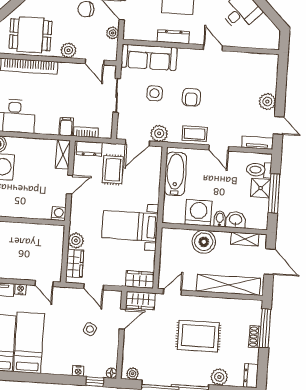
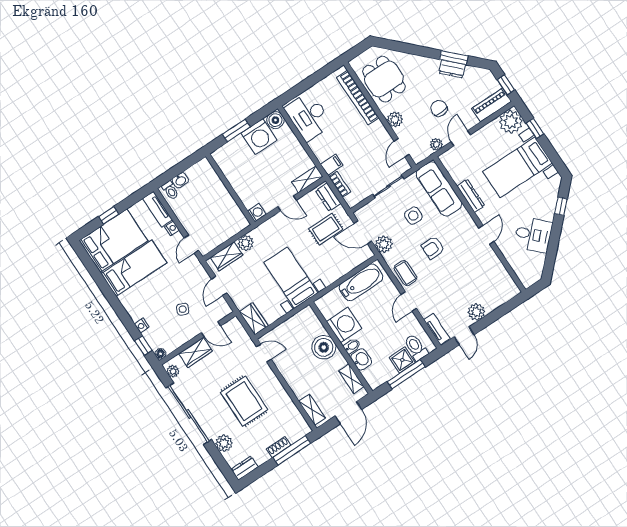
shelving: (228, 285) -> (312, 410), width x0.45, depth x0.75
wardrobe: (140, 300) -> (195, 352), moved, turned -90

